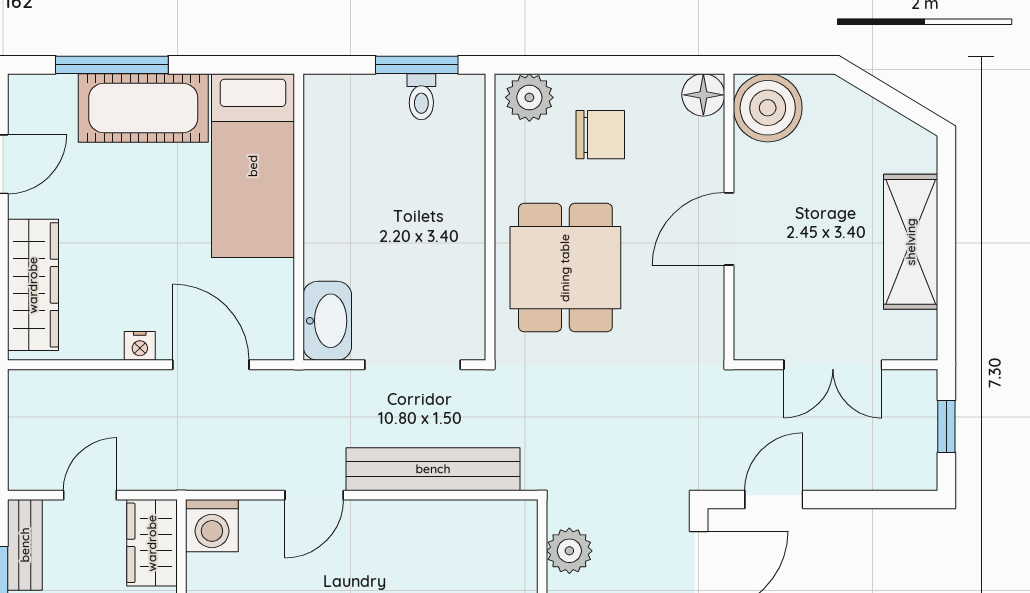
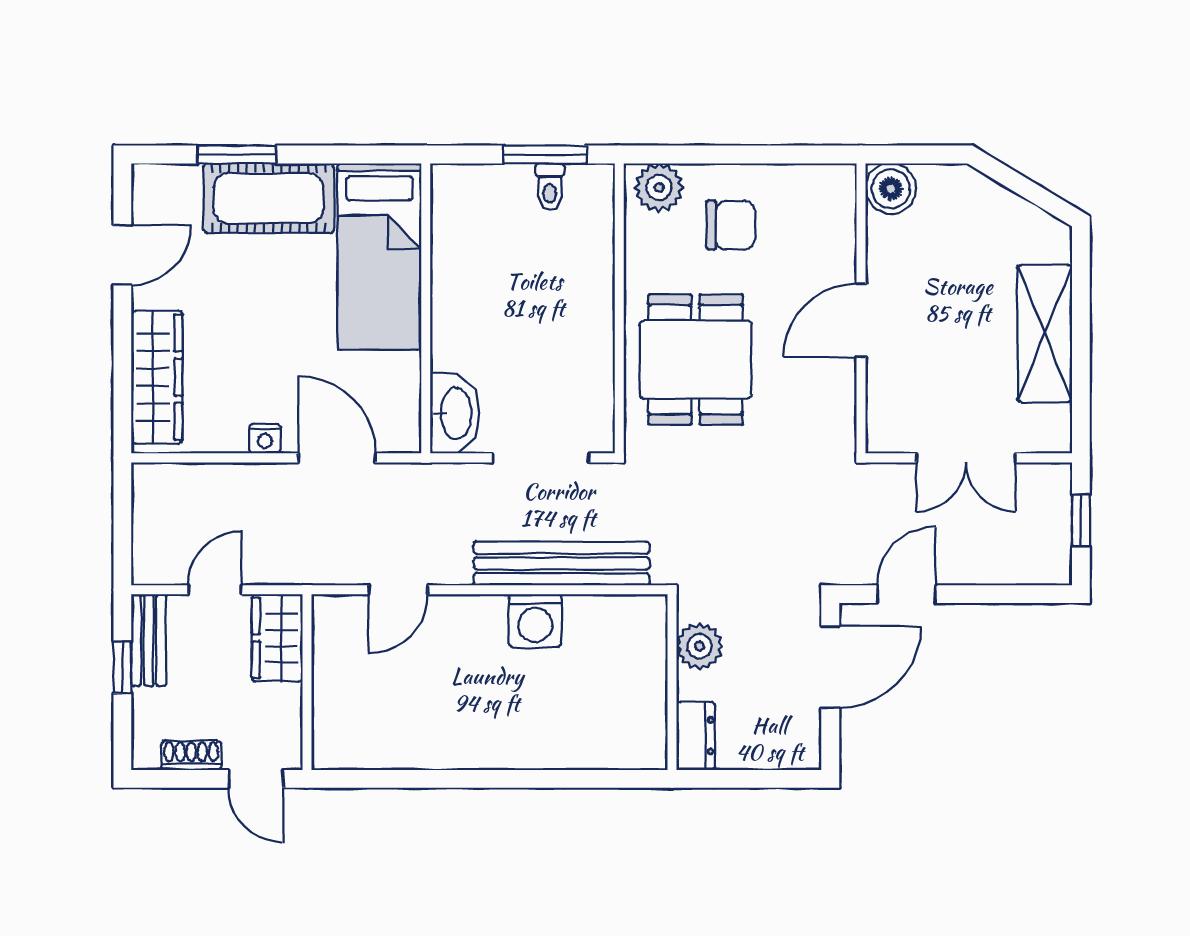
window: (112, 65) -> (237, 155), width x0.69
floor lamp: (703, 95) -> (835, 185), removed
boiler: (768, 108) -> (891, 189), width x0.73, depth x0.73
door: (314, 495) -> (398, 590), moved
washing machine: (212, 526) -> (535, 621), moved

